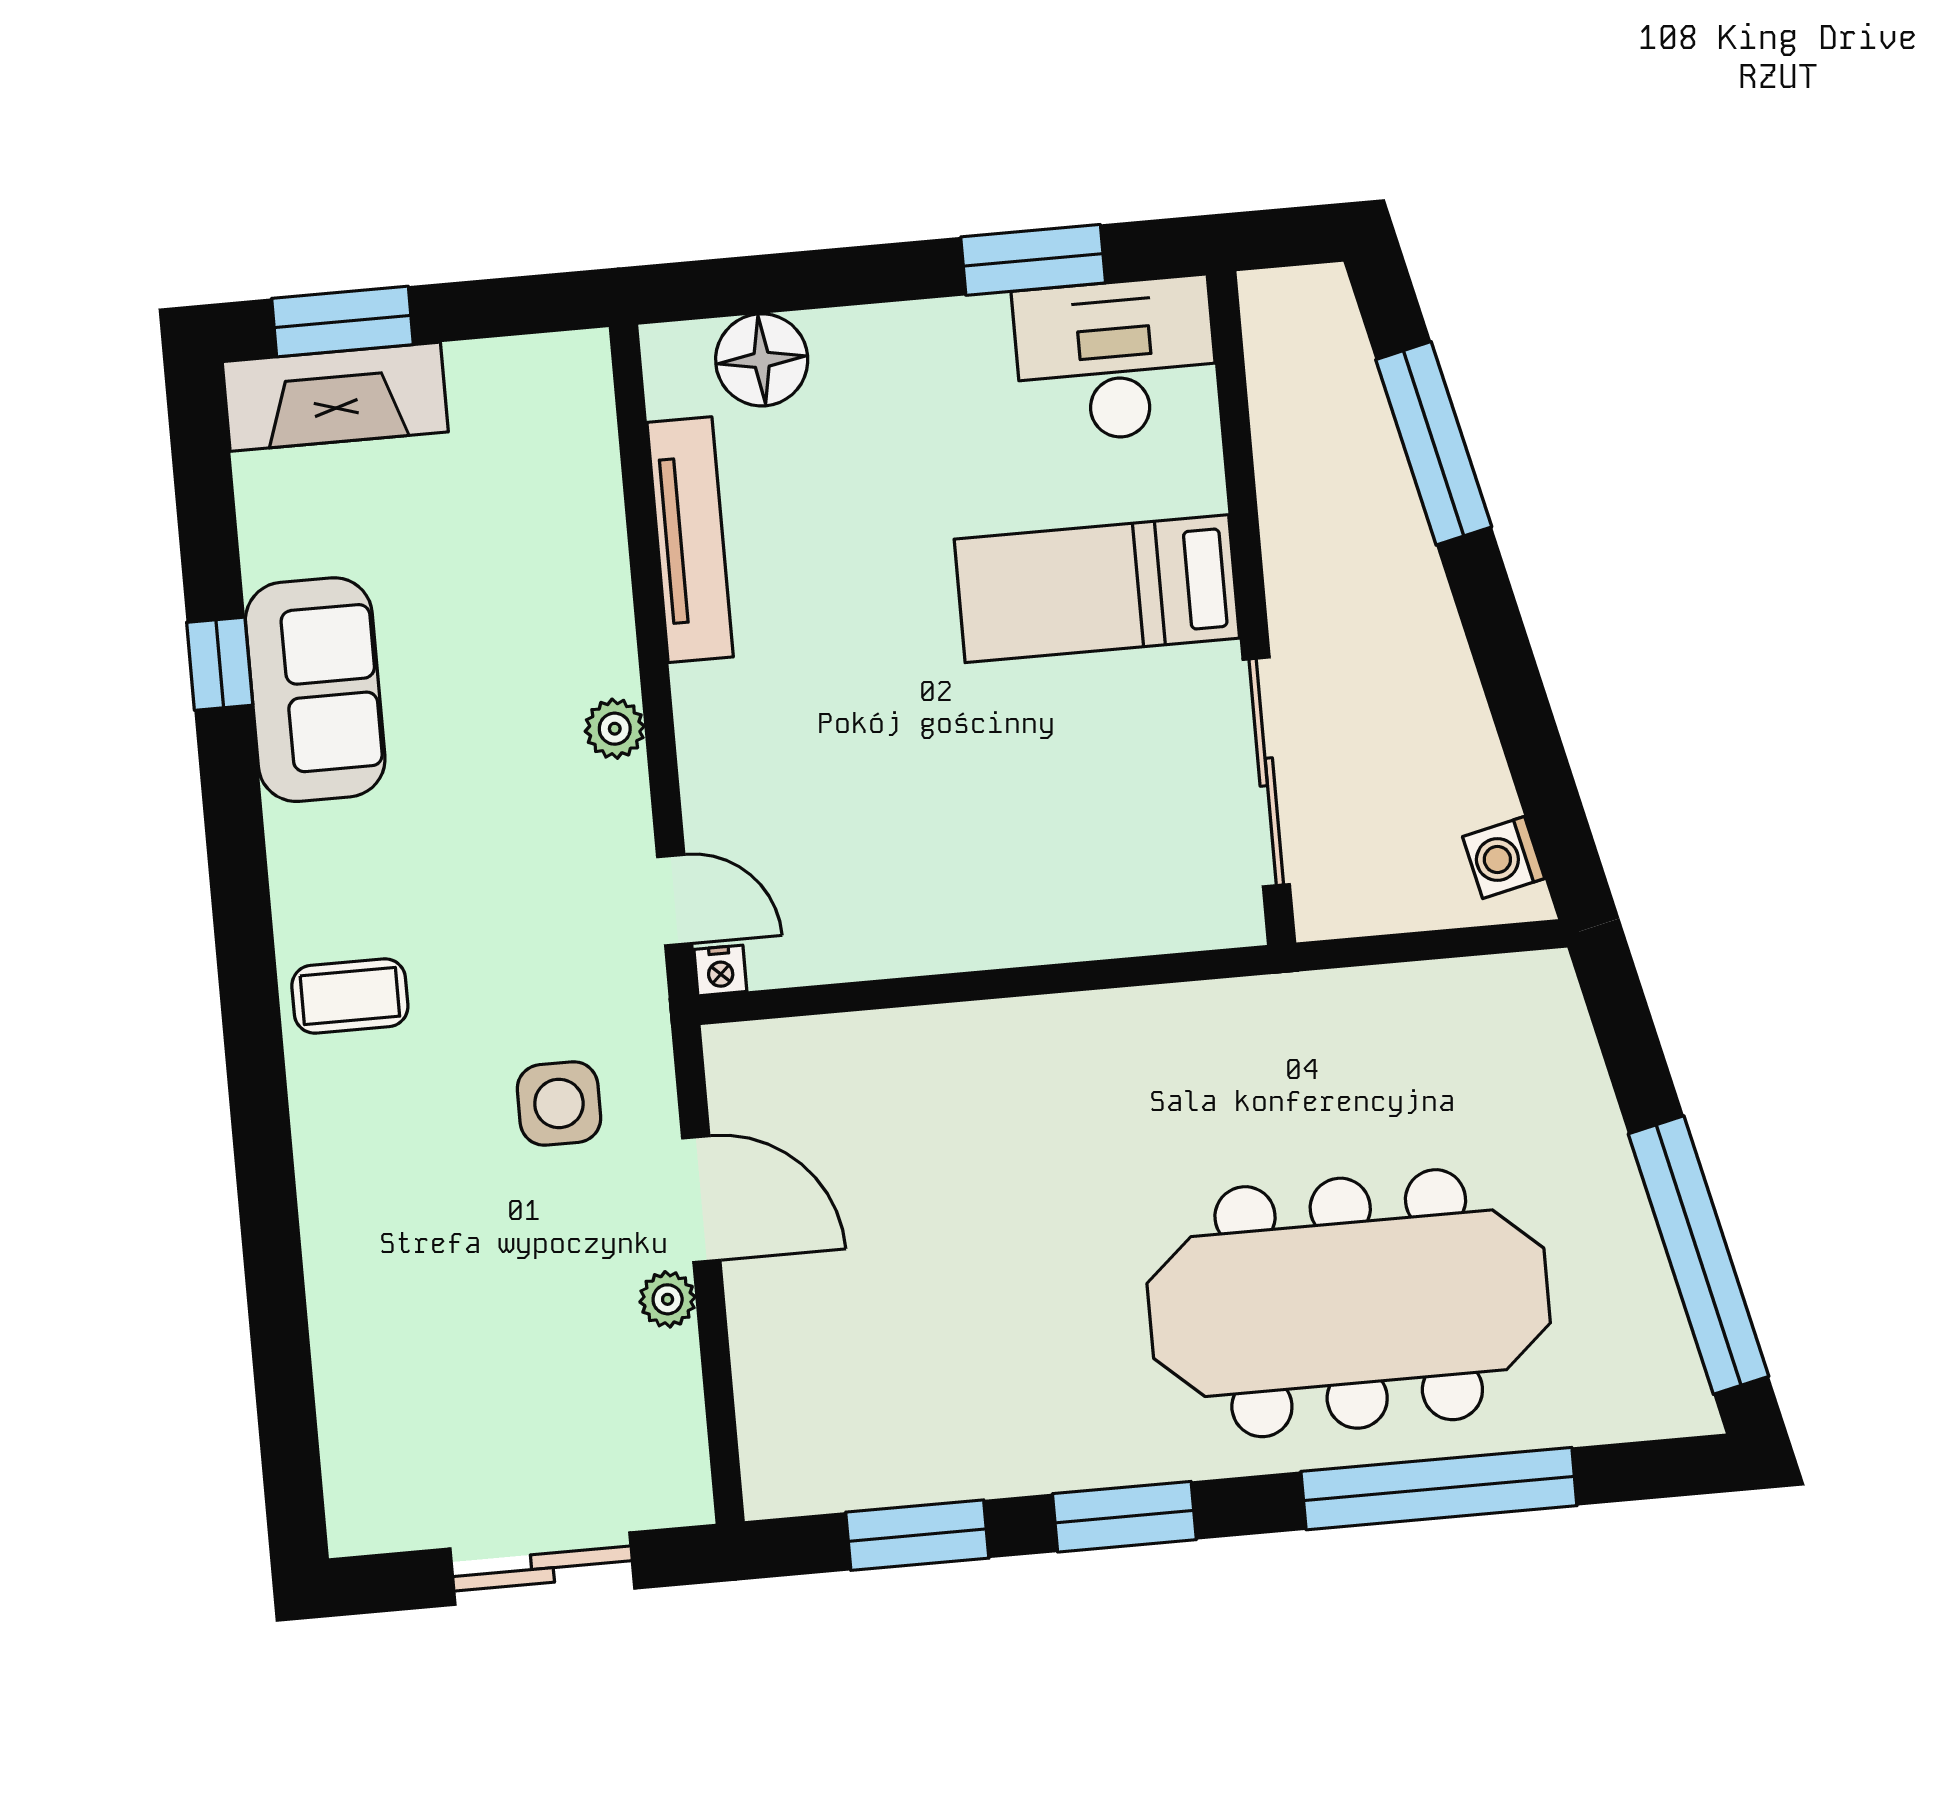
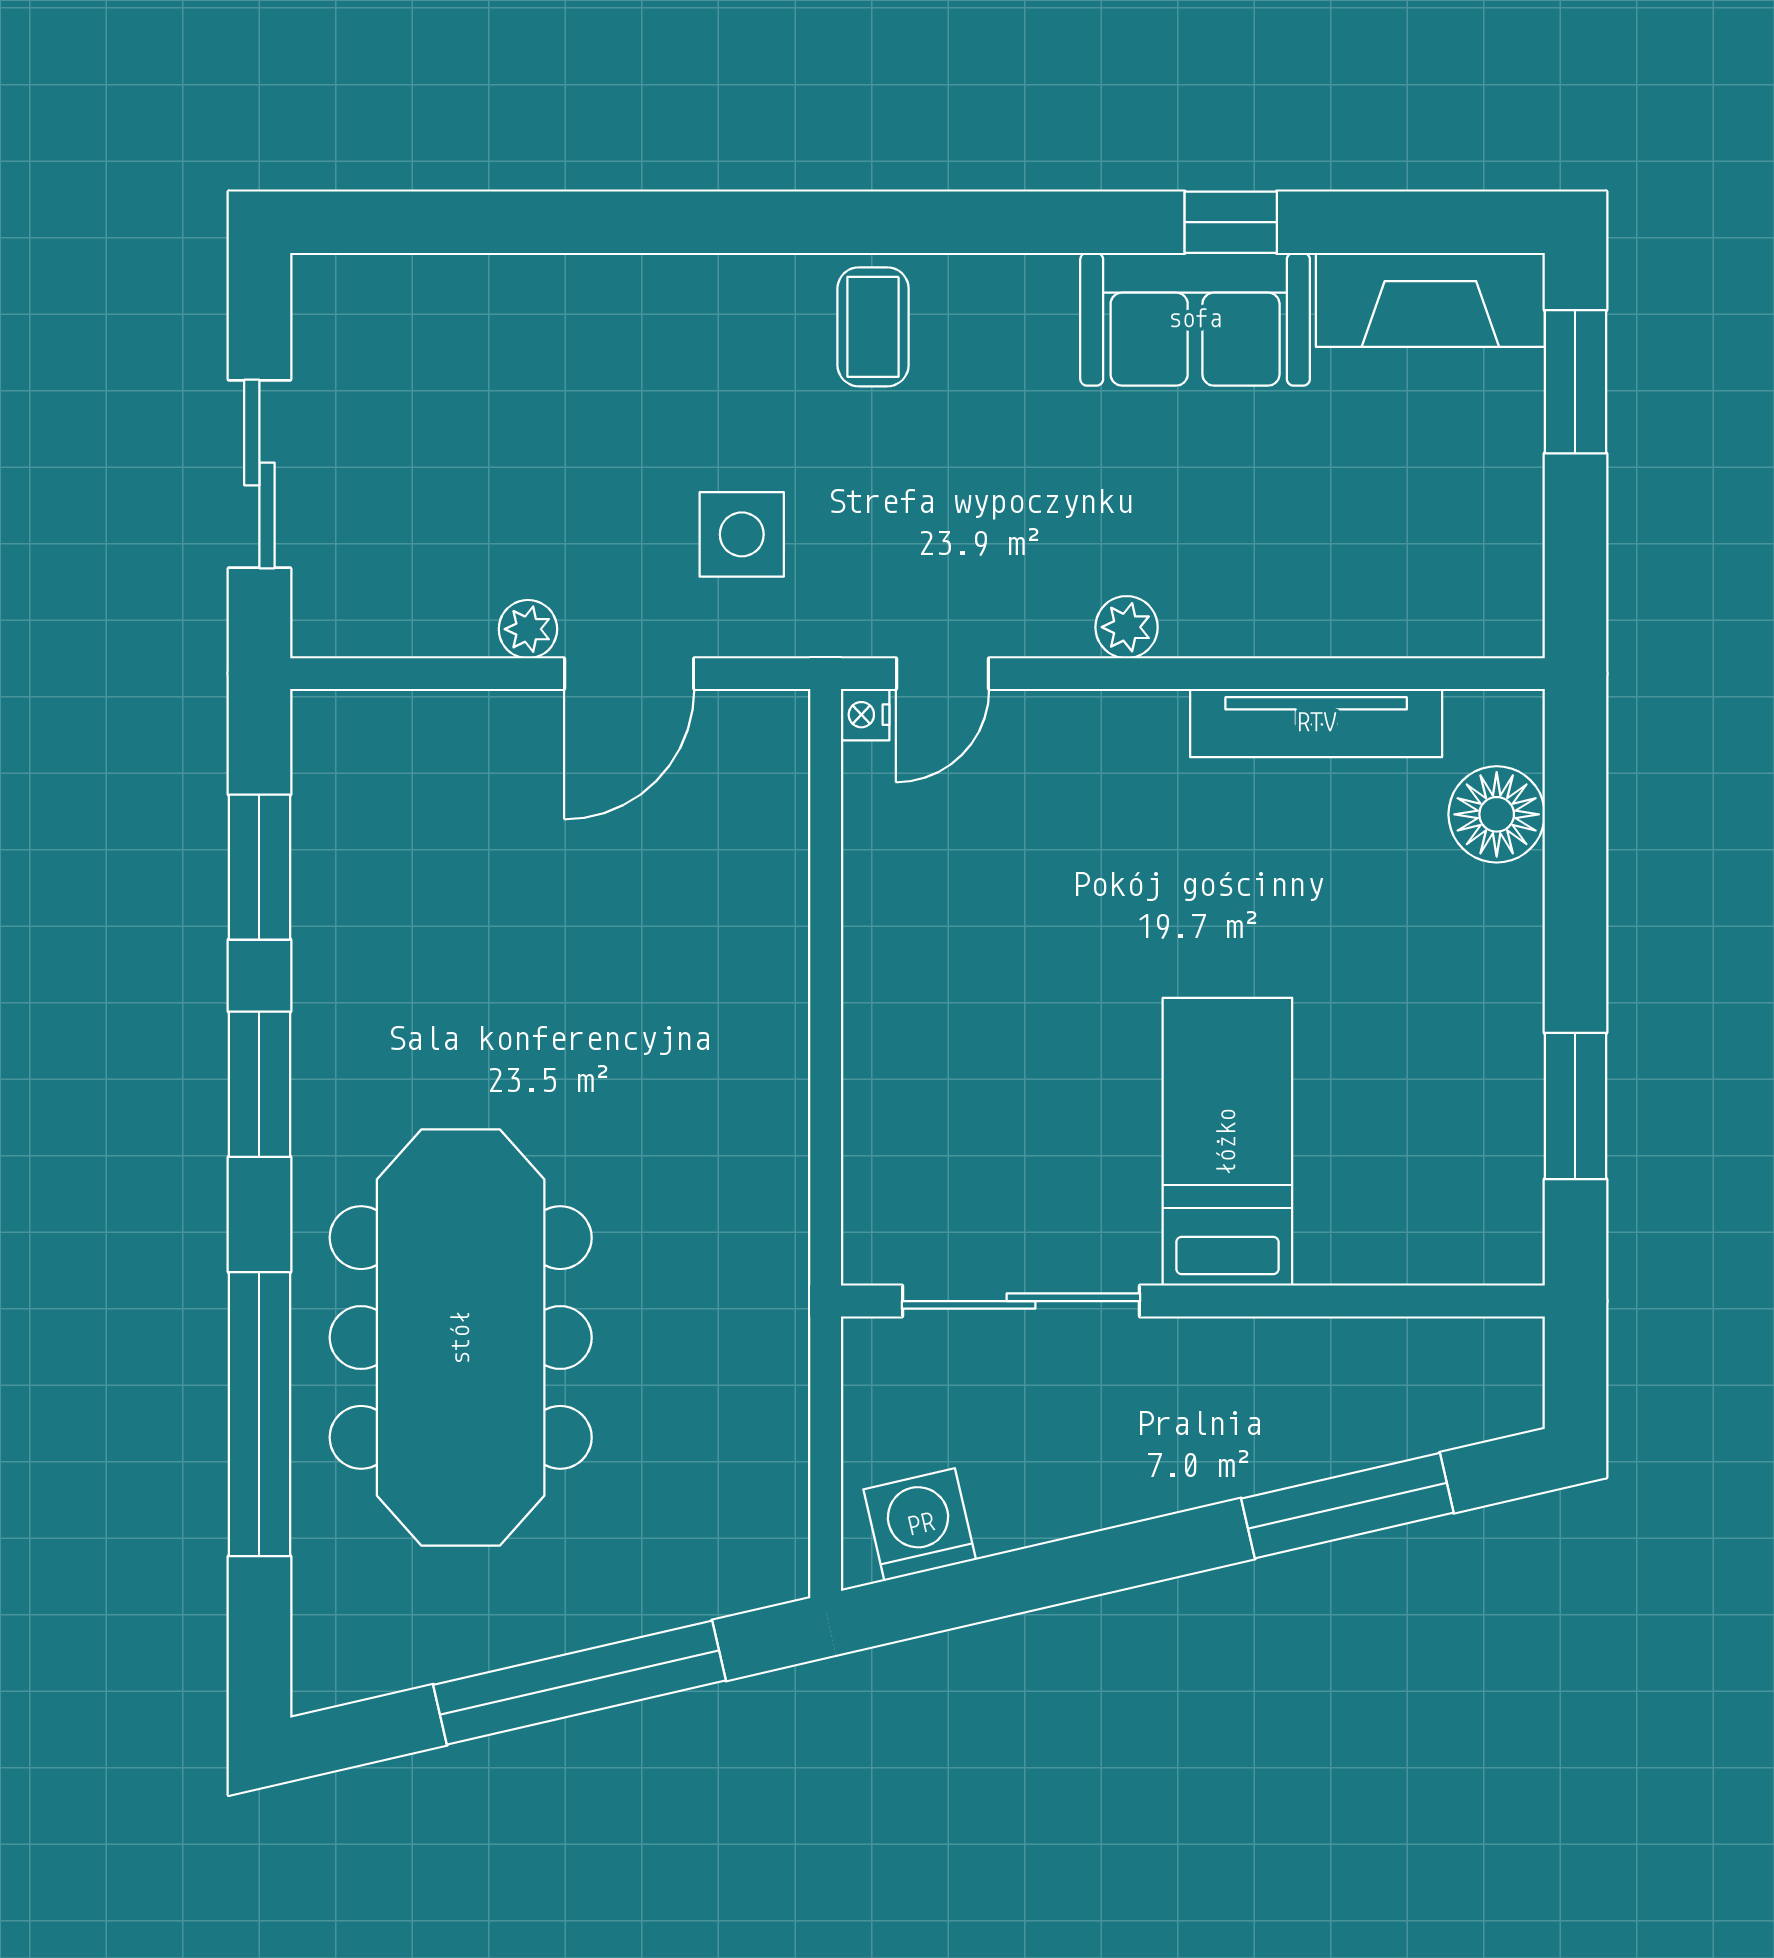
desk: (1116, 360) -> (1464, 1183), removed
fireplace: (335, 397) -> (1430, 300), moved, turned -90
washing machine: (1504, 857) -> (920, 1525), width x1.38, depth x1.38
window: (1699, 1255) -> (580, 1683), moved

